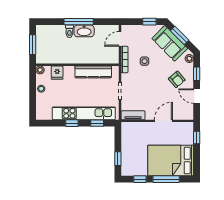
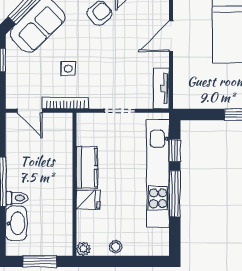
washbasin: (84, 31) -> (16, 223), moved
kitchen counter: (93, 72) -> (87, 168), width x0.67
fridge: (57, 73) -> (88, 200), moved
door: (163, 121) -> (171, 36), hinge flipped
window: (72, 123) -> (175, 194), width x2.17

